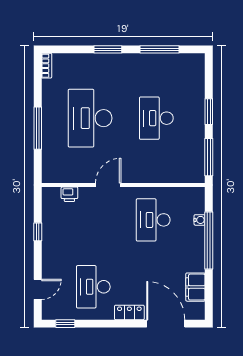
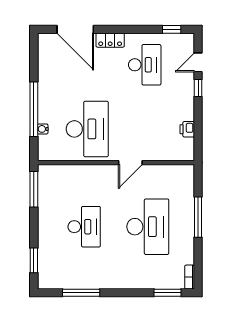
window: (108, 49) -> (167, 293), moved
window: (209, 112) -> (34, 260), moved
printer: (69, 194) -> (187, 129), moved, turned -90
desk: (153, 220) -> (87, 129), width x1.36, depth x1.30
window: (38, 232) -> (198, 88), moved
filing cabinet: (195, 287) -> (47, 65), removed

